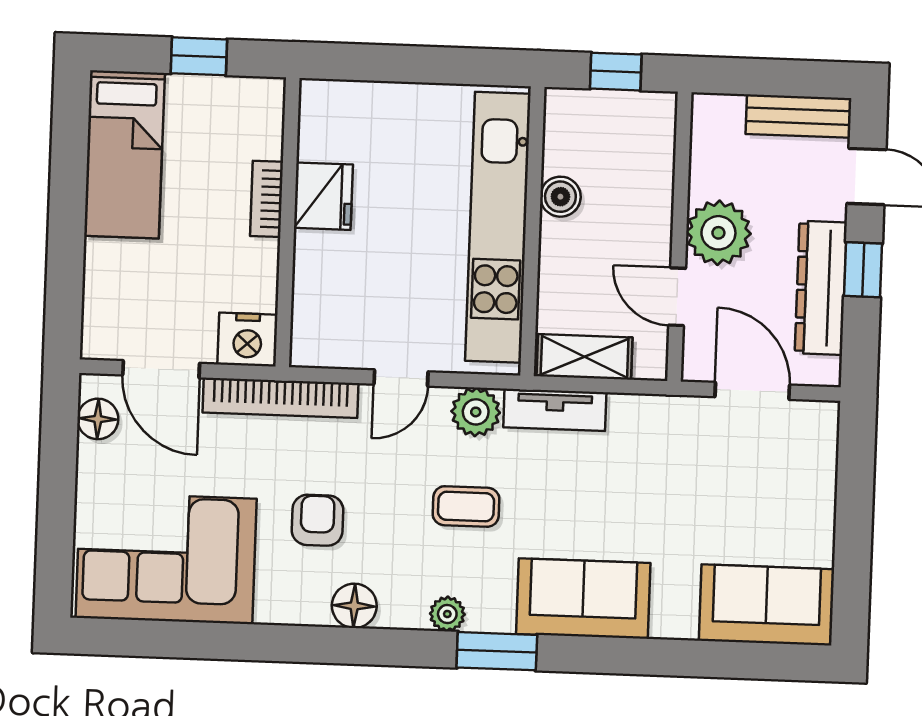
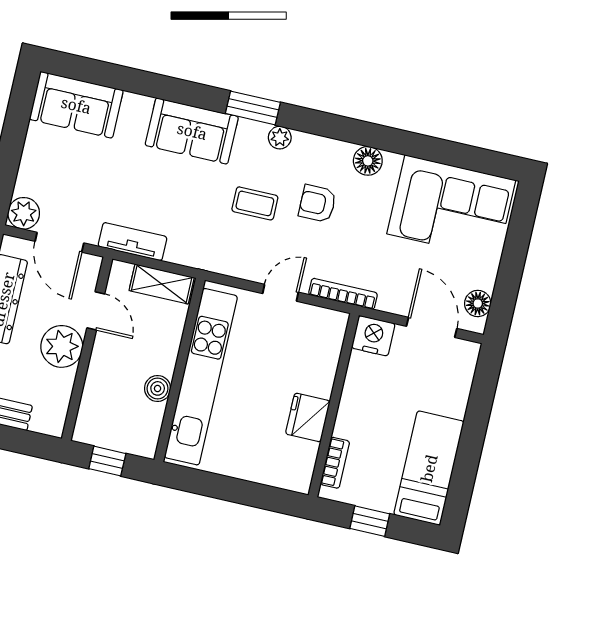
bookcase: (267, 199) -> (335, 463), moved
bookcase: (280, 398) -> (343, 294), width x0.68, depth x0.76
tv unit: (555, 410) -> (133, 242), moved
plant: (476, 412) -> (24, 213), moved
armchair: (317, 520) -> (317, 204), moved, turned 90
floor lamp: (354, 606) -> (368, 161), moved

